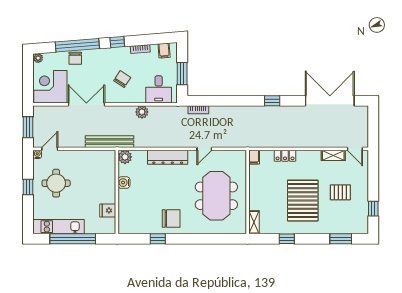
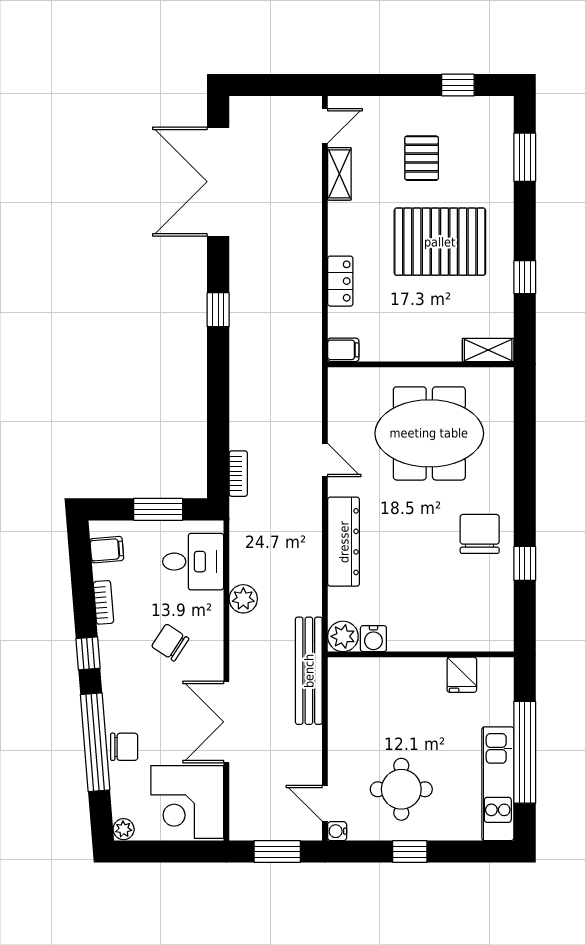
water cooler: (124, 183) -> (373, 639), moved

